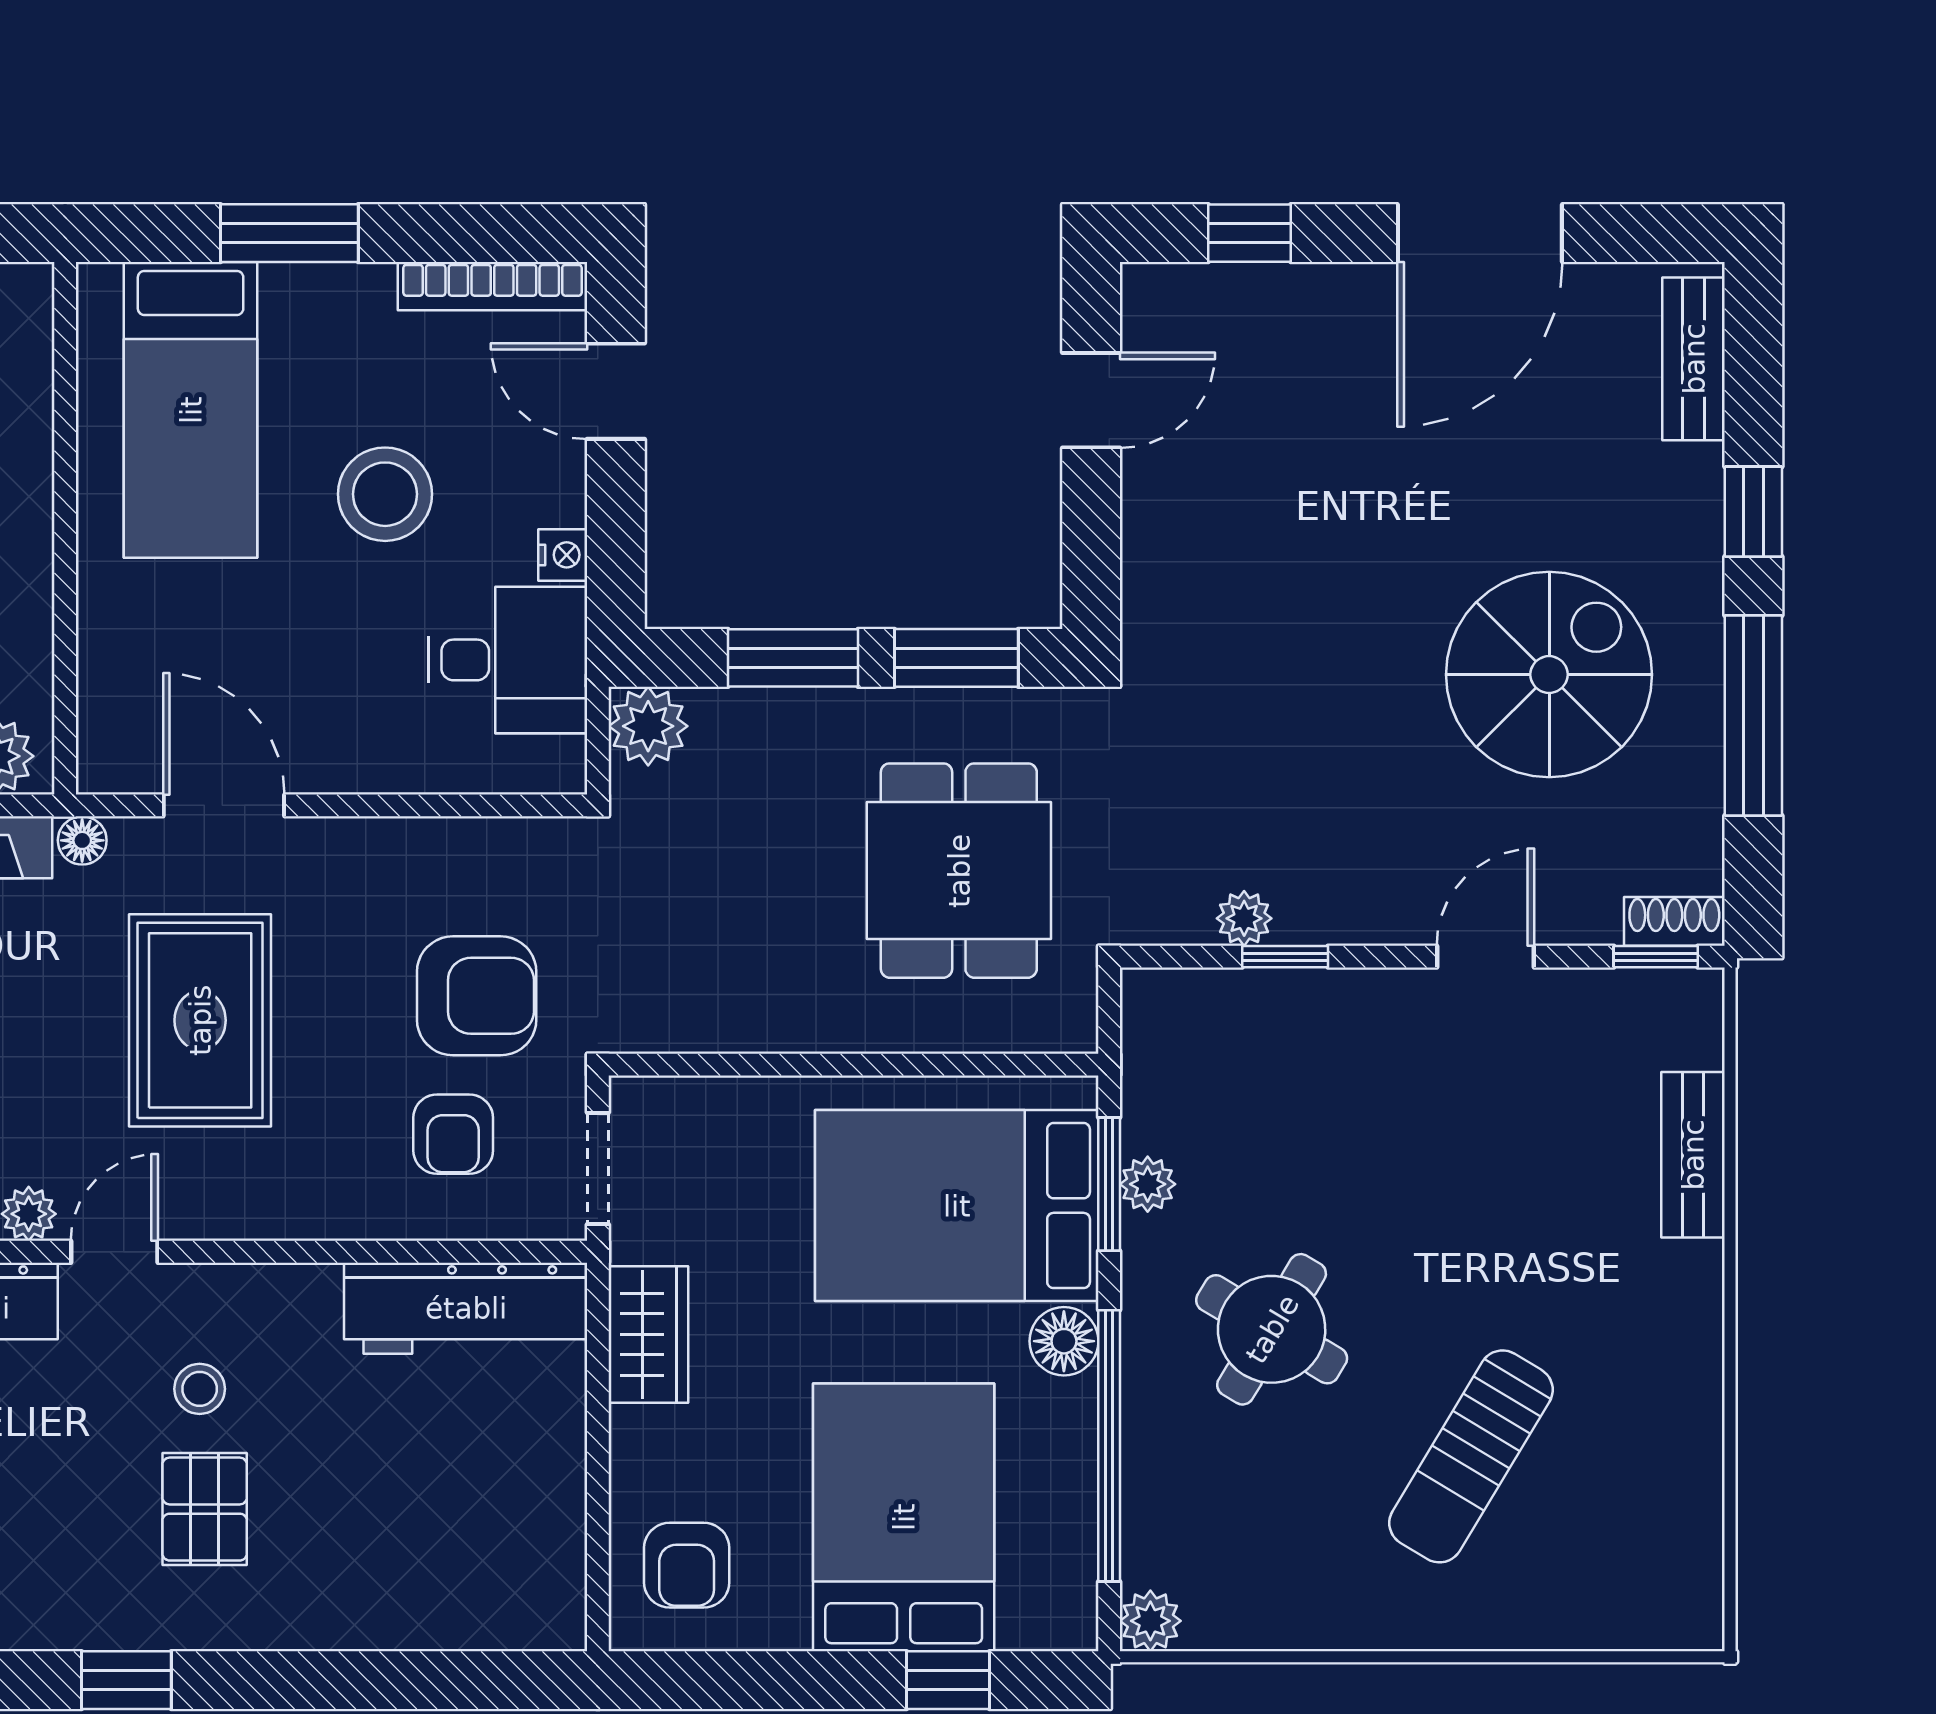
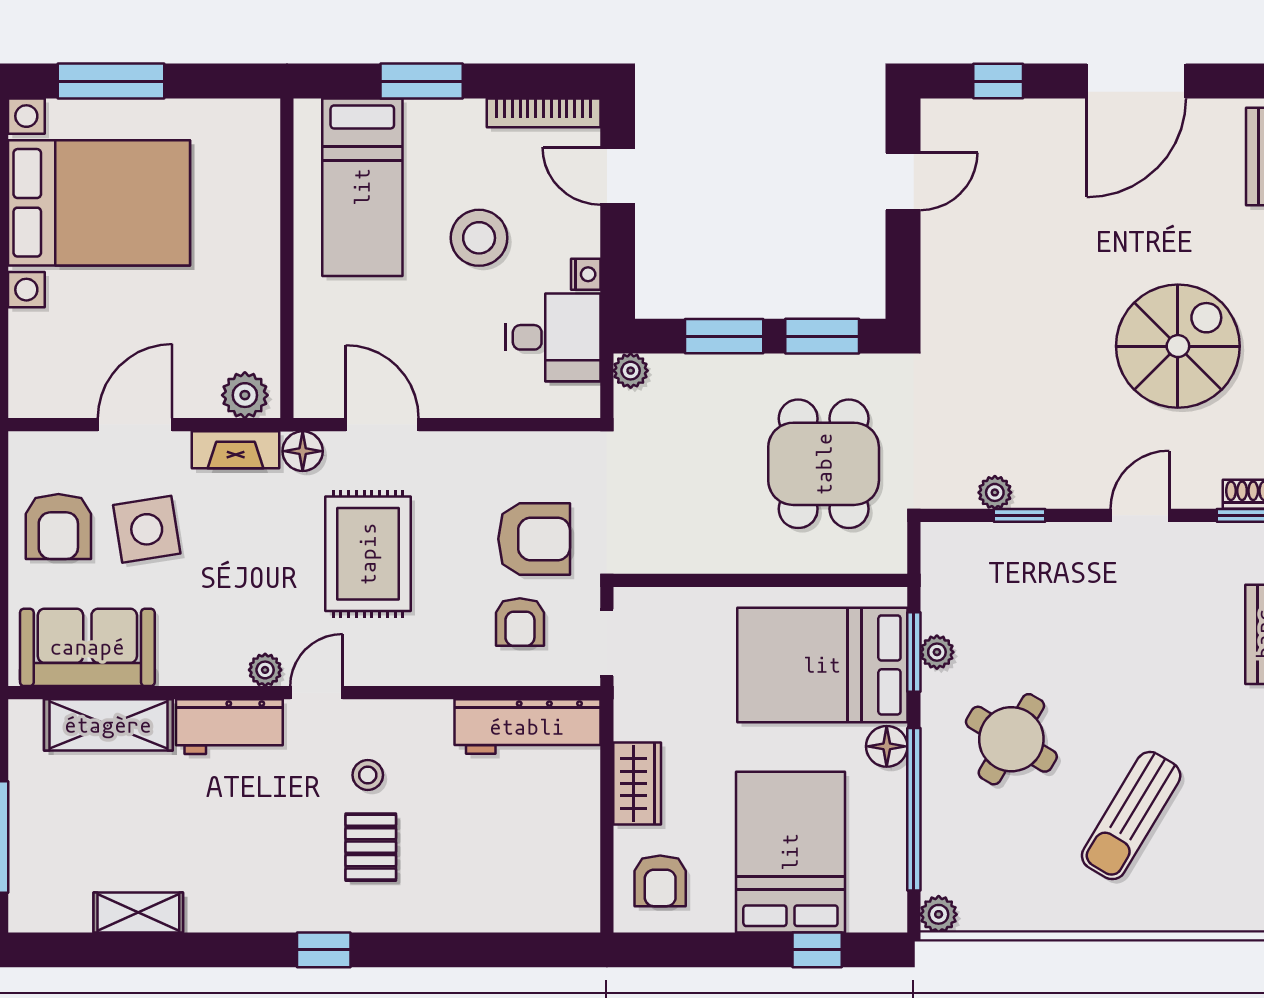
plant: (648, 726) -> (631, 371), width x0.73, depth x0.73
floor lamp: (82, 840) -> (303, 451), width x1.37, depth x1.37
wardrobe: (648, 1334) -> (637, 783), moved

